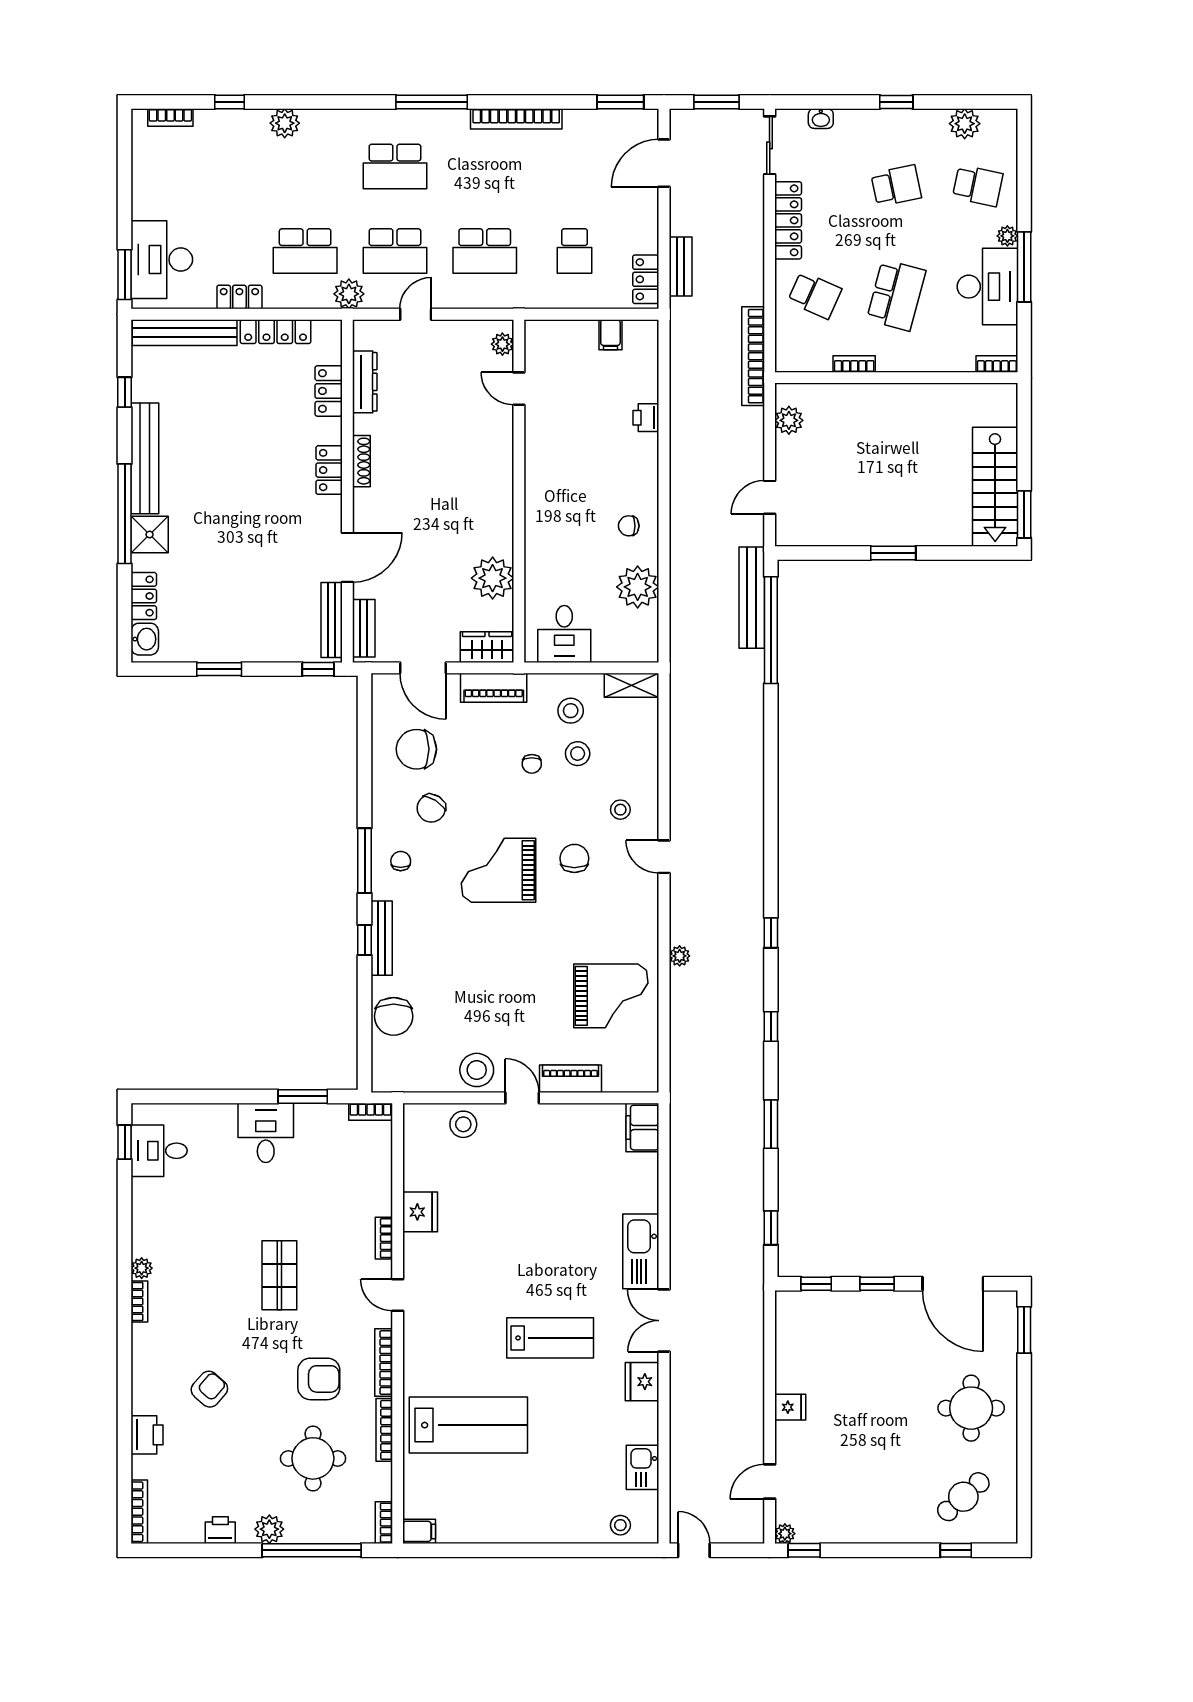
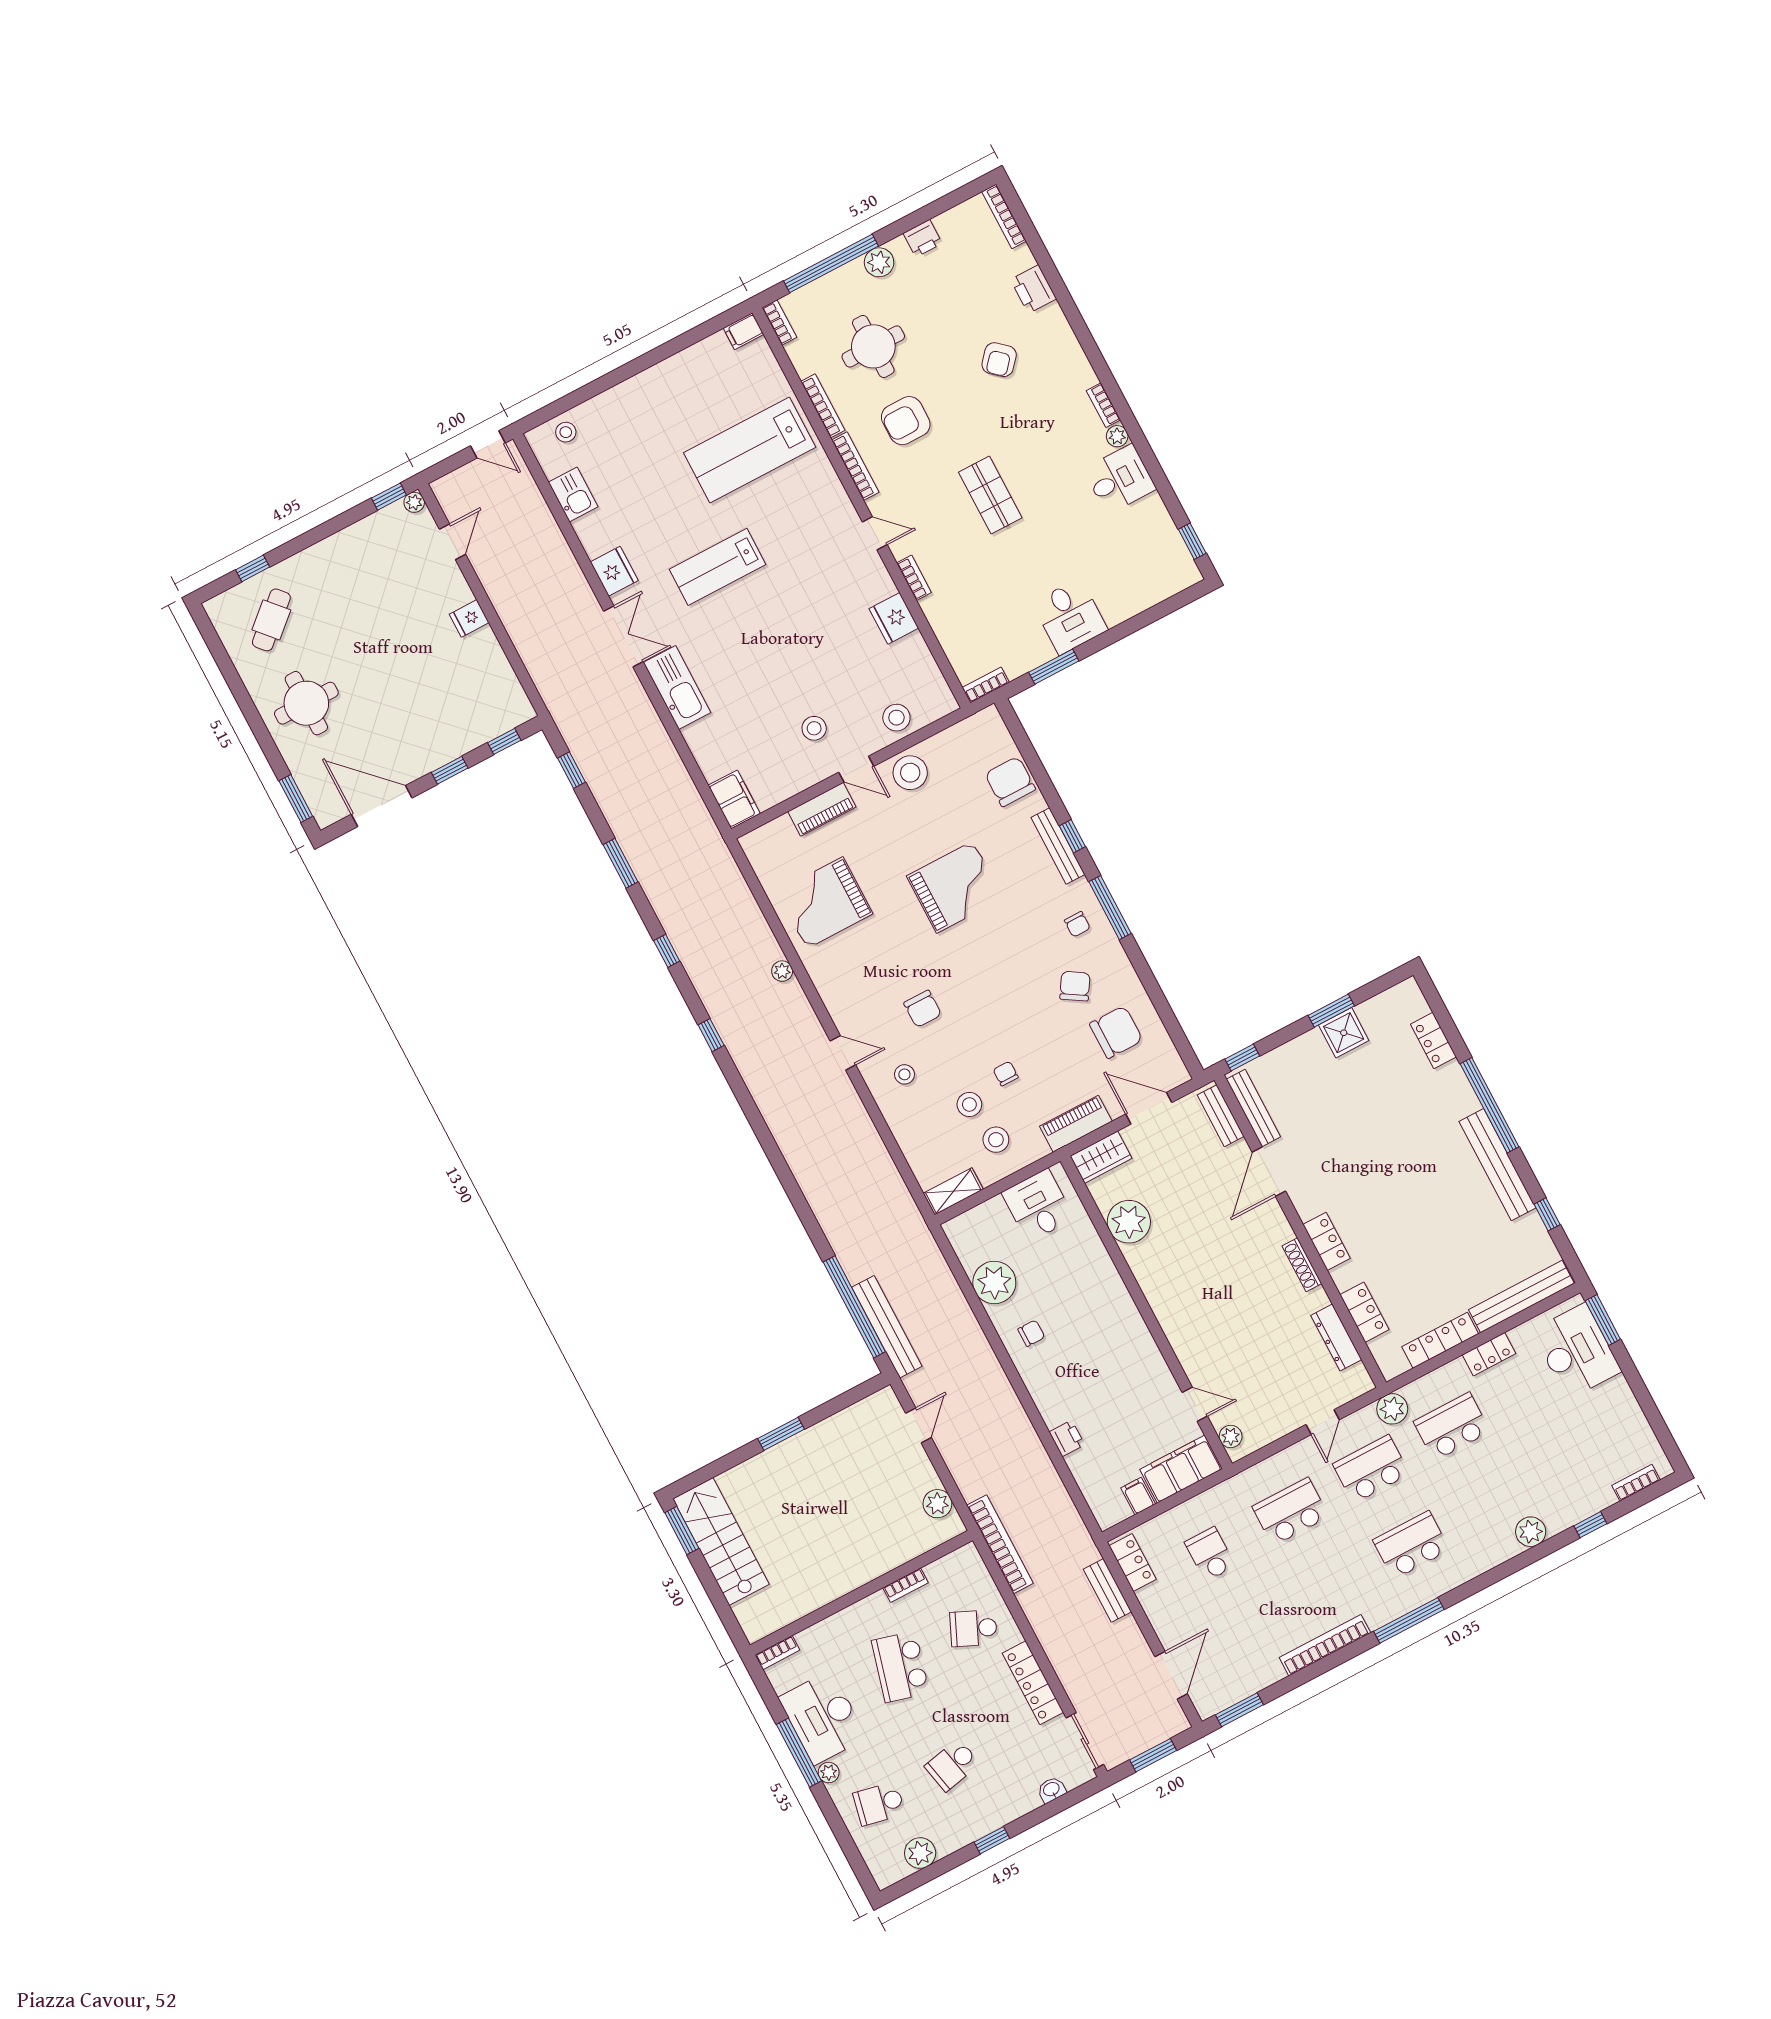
filing cabinet: (561, 338) -> (1181, 1469), added
shower: (150, 535) -> (1344, 1033), moved
washbasin: (145, 639) -> (1412, 1002), removed
grand piano: (498, 870) -> (955, 887), moved
desk: (159, 1151) -> (1120, 479), moved
stool: (540, 1153) -> (814, 728), added

